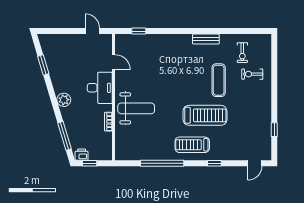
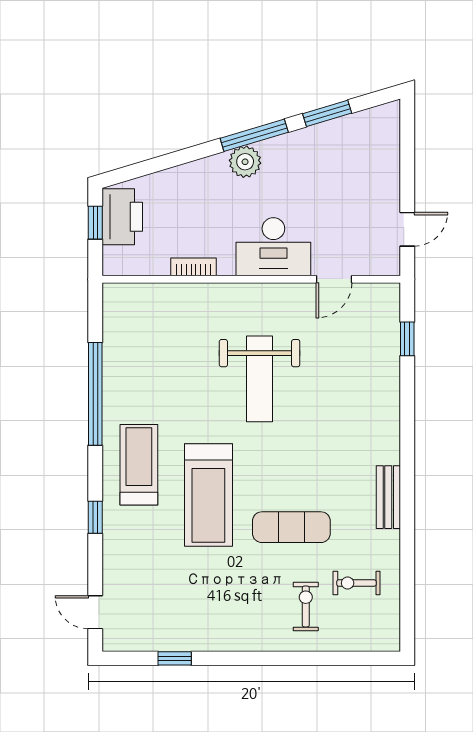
weight bench: (136, 108) -> (260, 379), moved
window: (65, 136) -> (254, 135), moved
printer: (82, 155) -> (122, 217), width x1.87, depth x1.48

